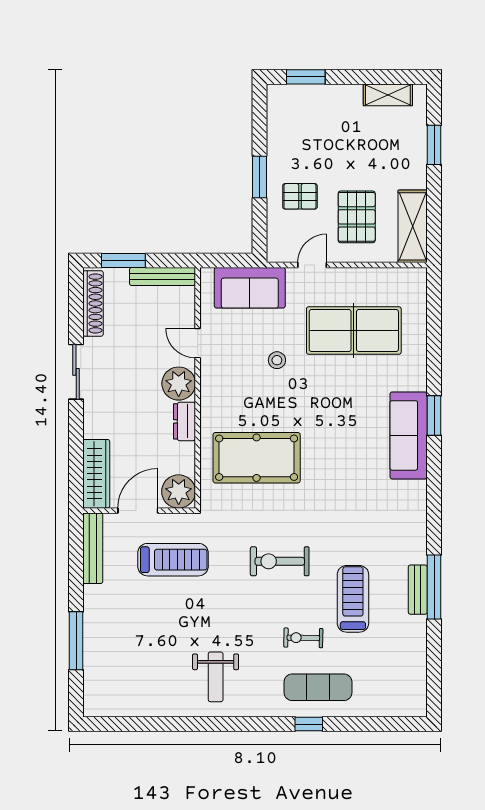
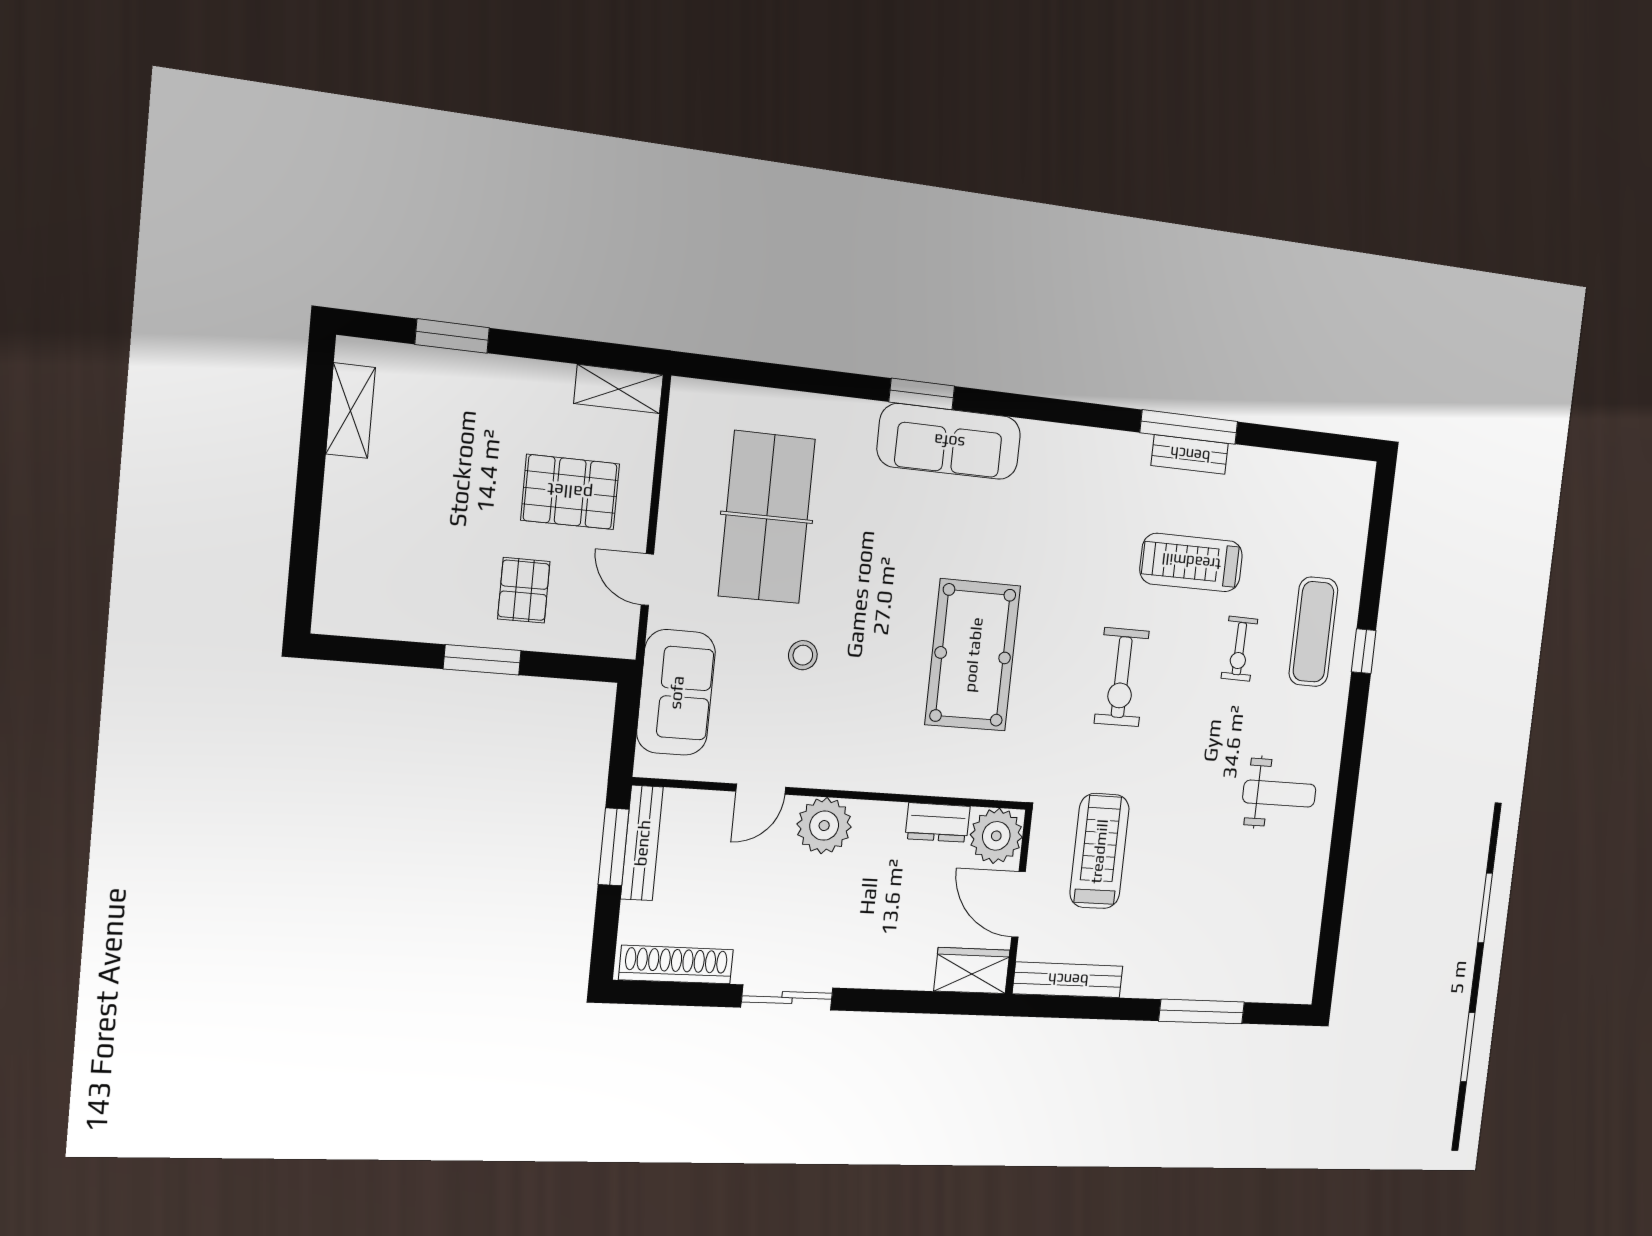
window: (306, 77) -> (303, 560), removed
shelving: (413, 226) -> (619, 389), width x0.67, depth x0.75
window: (123, 260) -> (614, 847), moved
dresser: (184, 421) -> (938, 823), moved
pool table: (257, 458) -> (973, 655), moved
wardrobe: (96, 474) -> (972, 971), width x0.67

